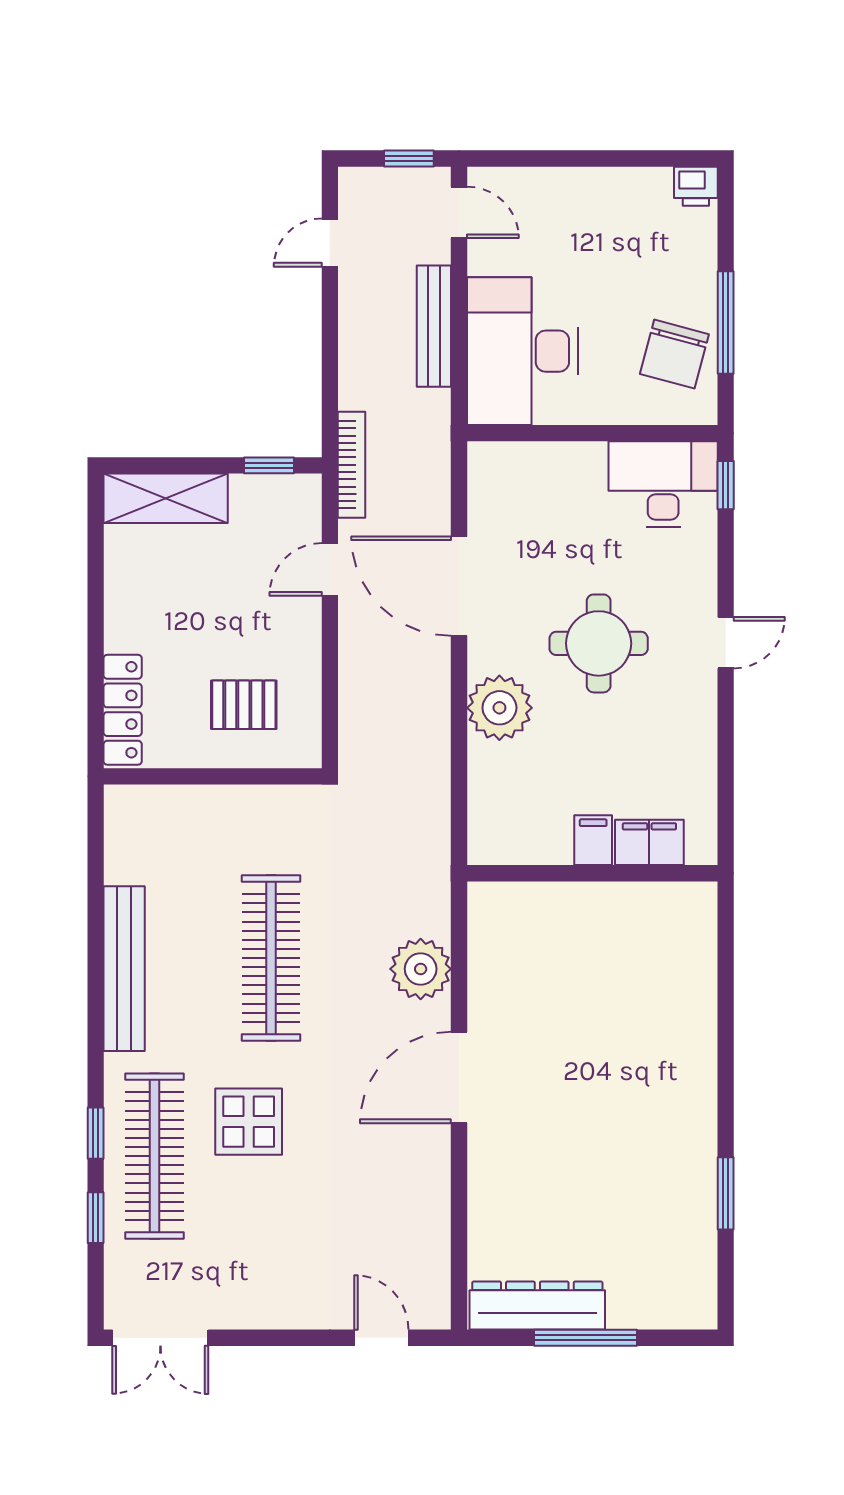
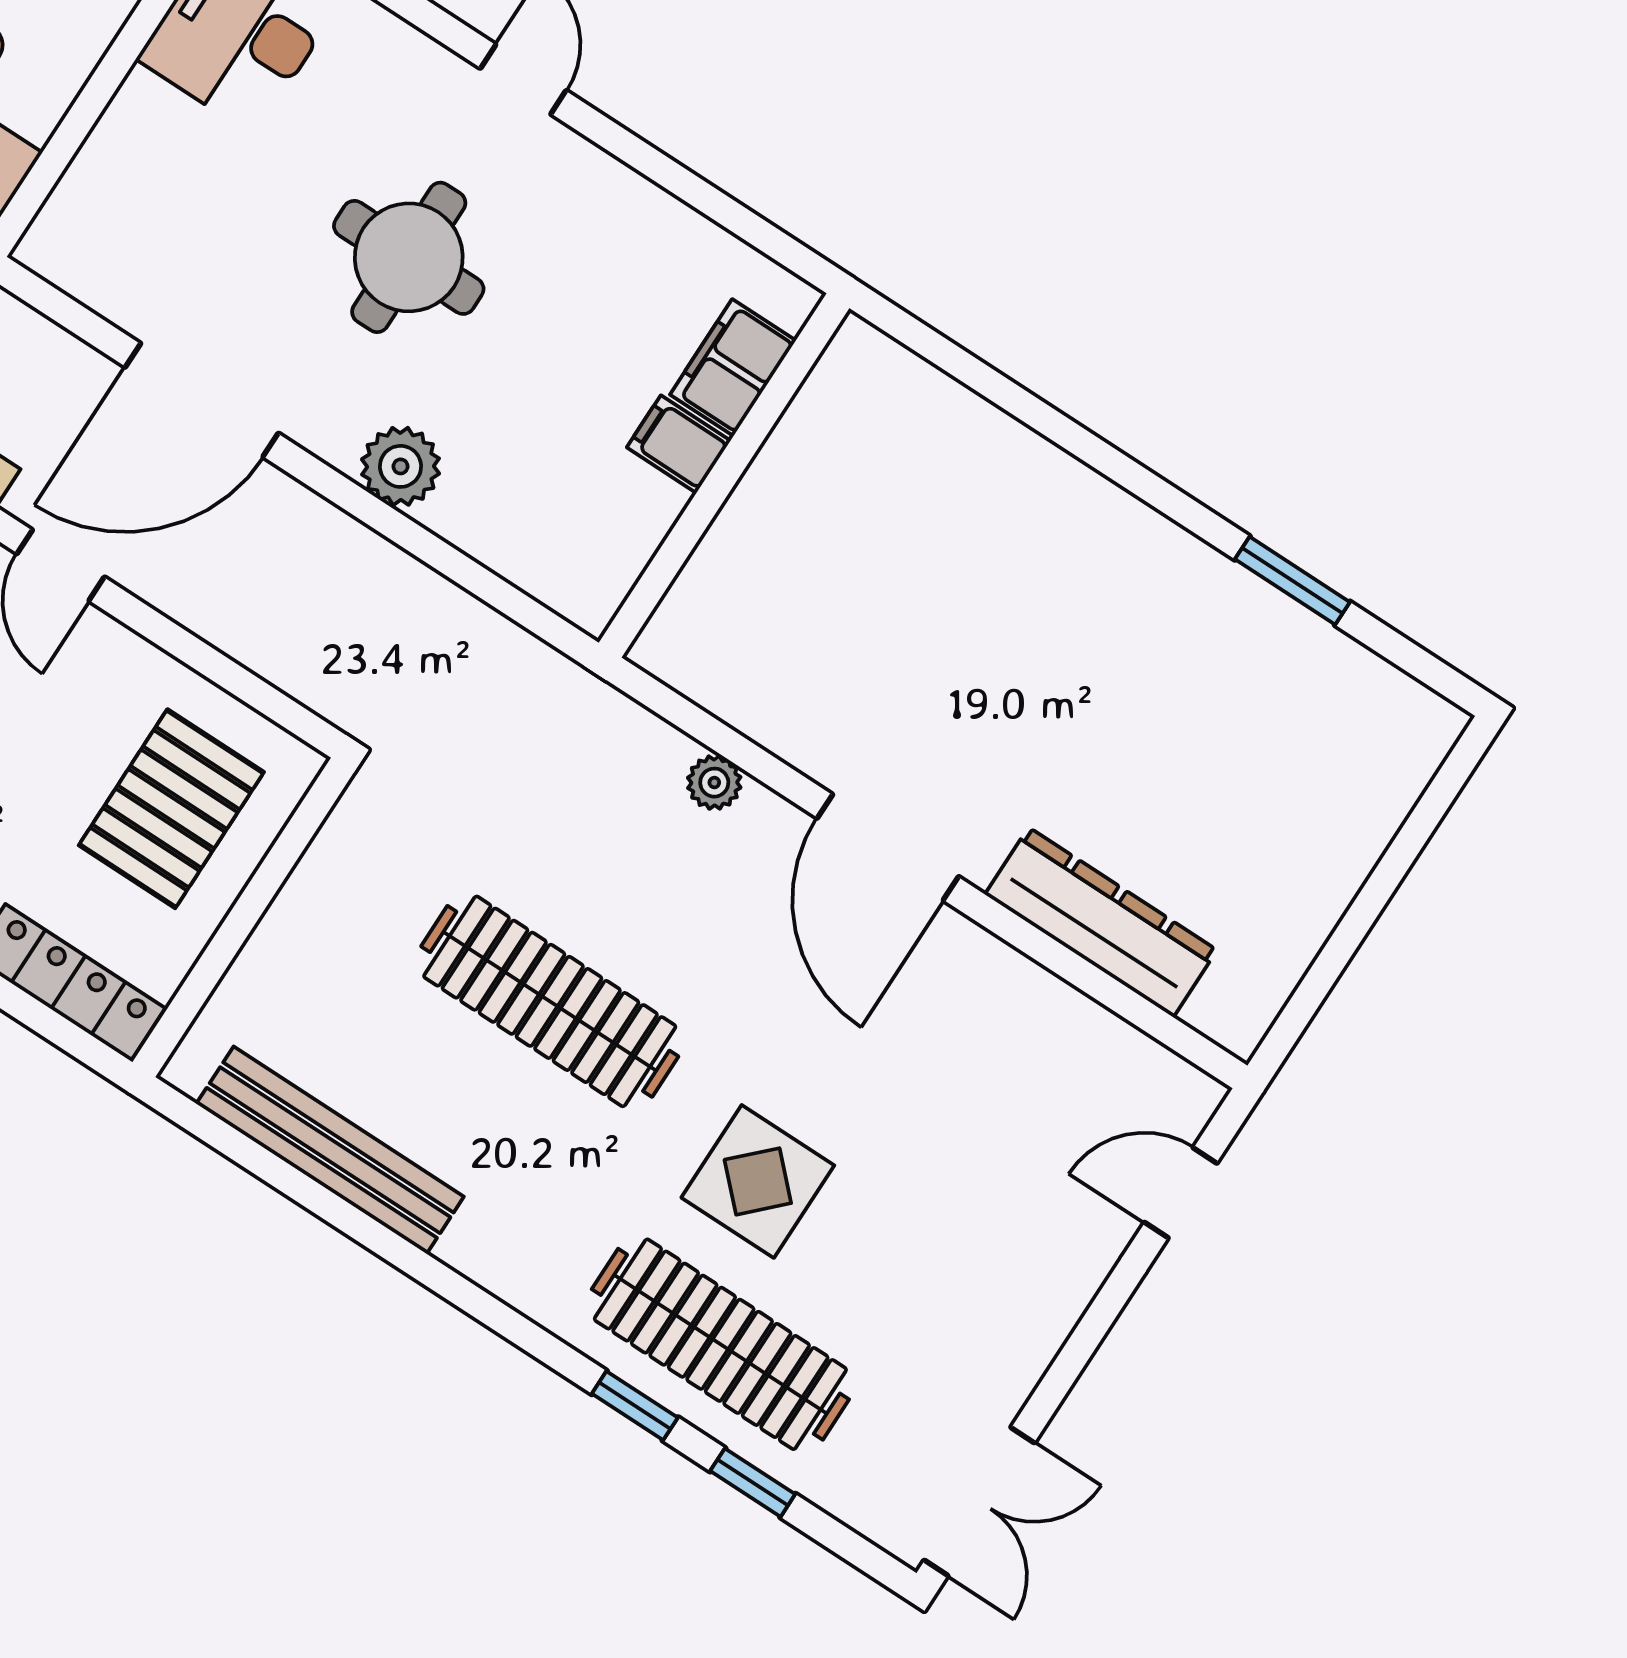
pallet: (244, 705) -> (171, 809), width x1.50, depth x1.42
plant: (499, 708) -> (401, 466), width x0.73, depth x0.73
bench: (124, 969) -> (330, 1150), moved
plant: (421, 969) -> (714, 783), width x0.53, depth x0.53
dresser: (537, 1306) -> (1101, 922), moved, turned 90
window: (585, 1338) -> (1366, 908), removed

